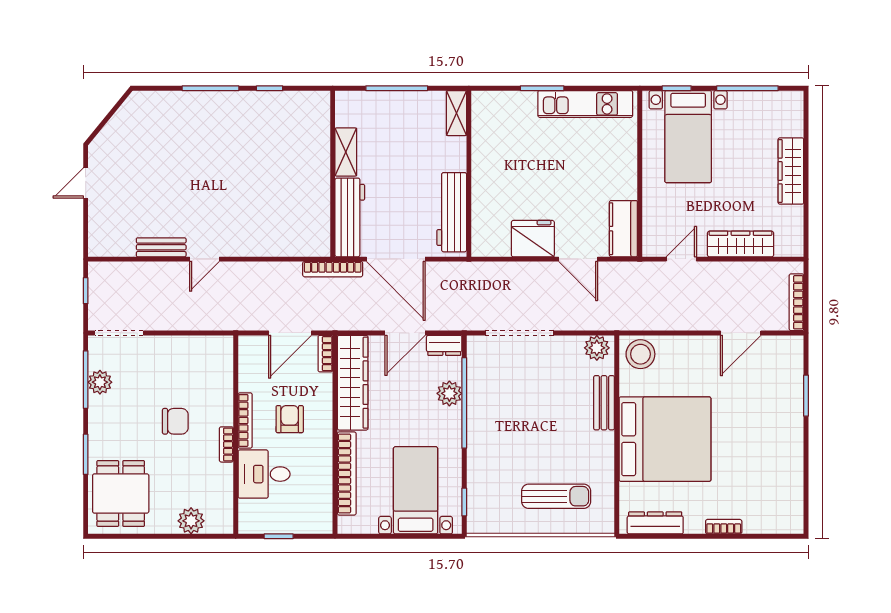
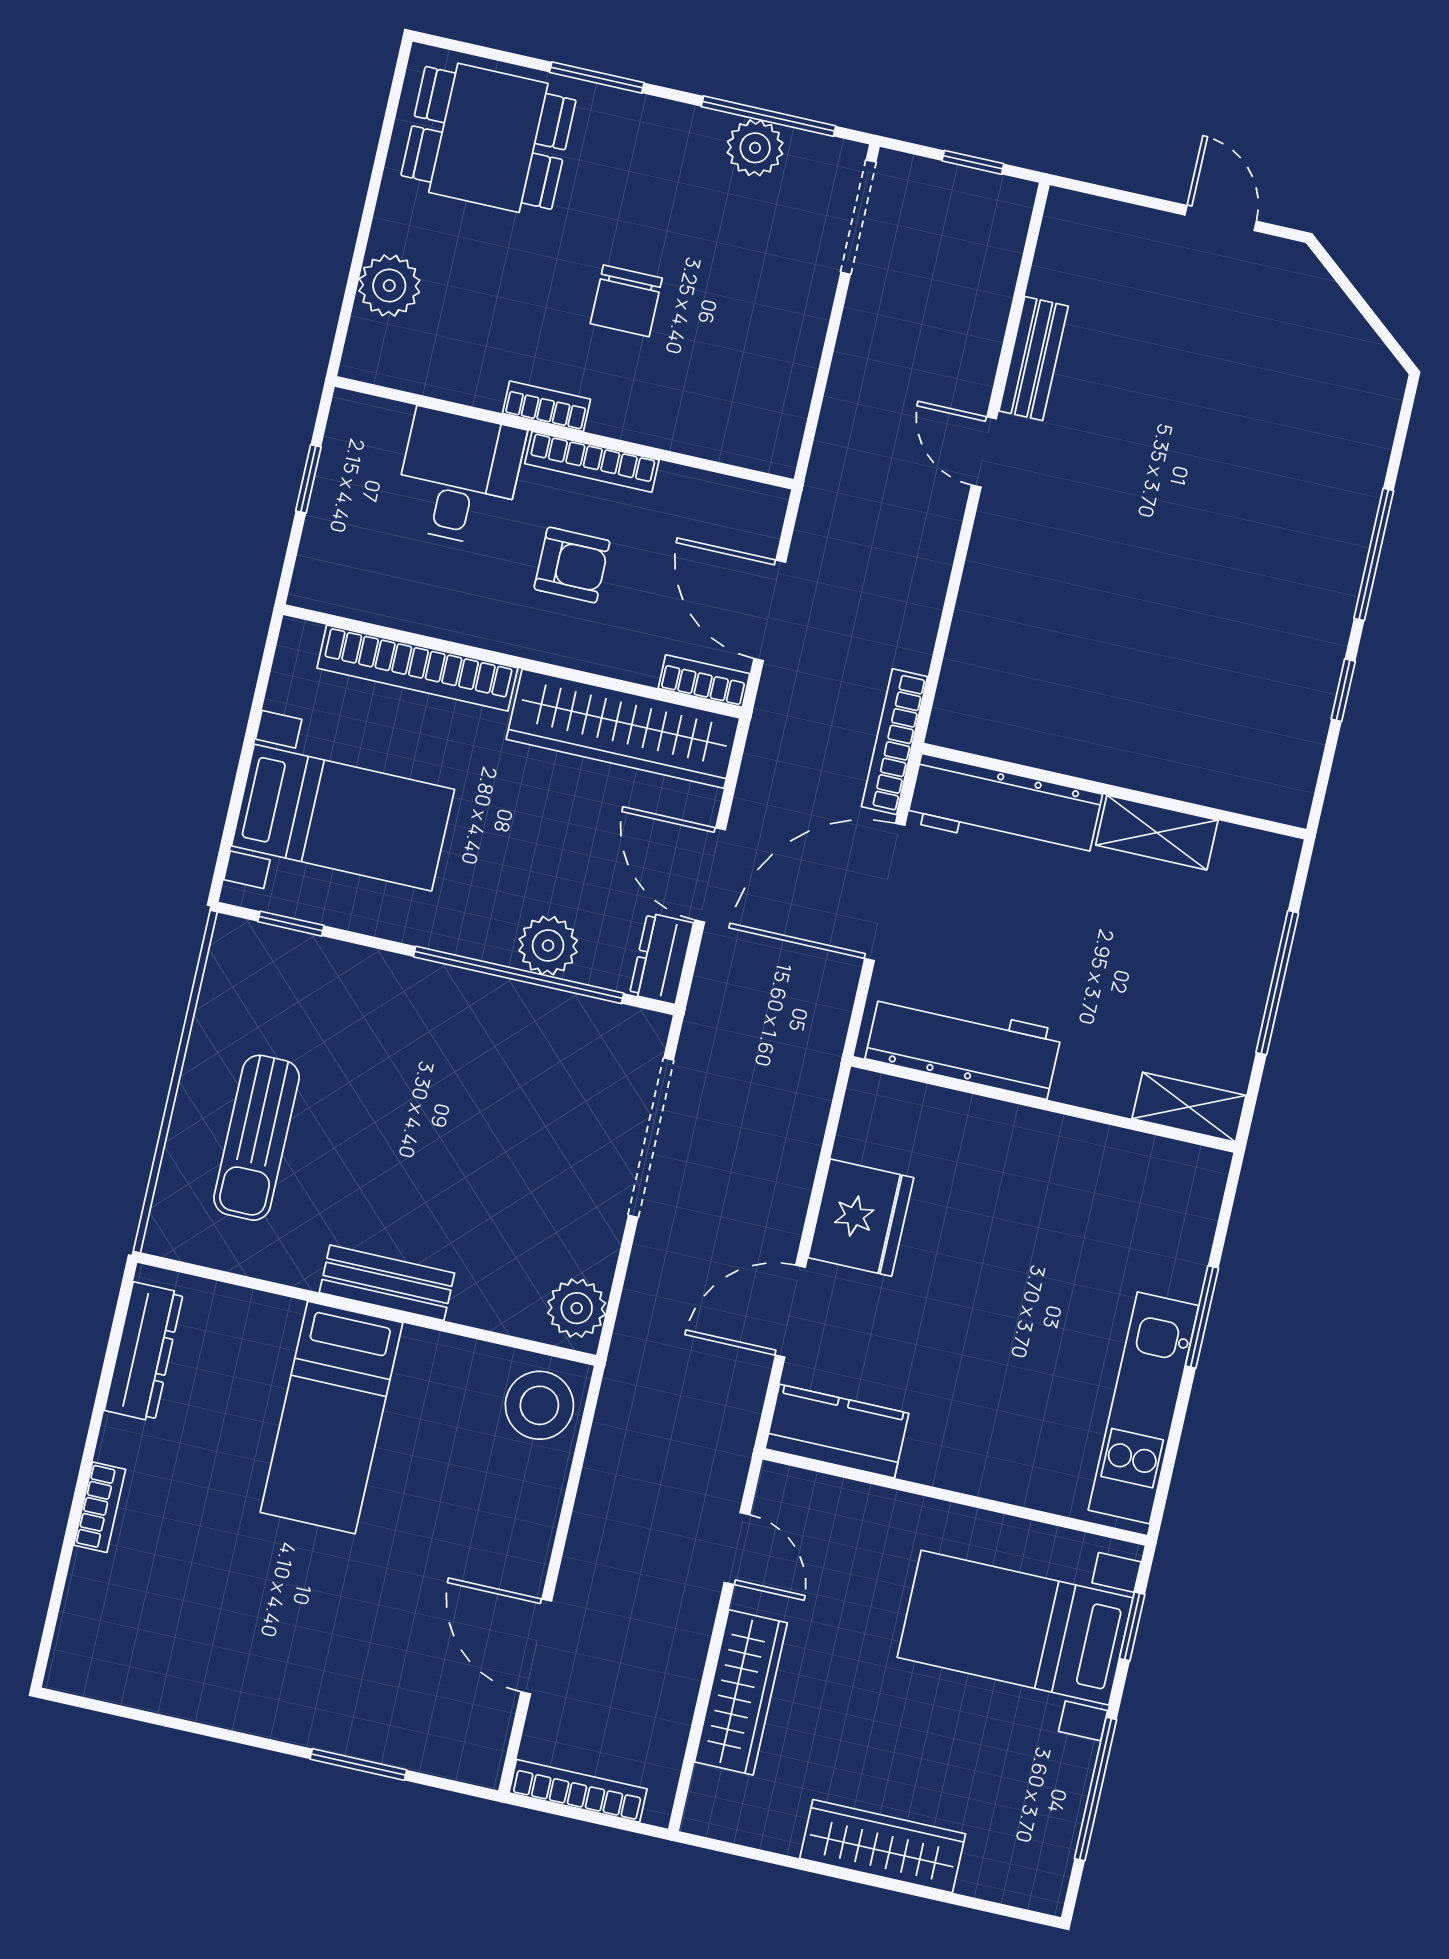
bench: (604, 403) -> (387, 1283), moved
bed: (665, 439) -> (331, 1418), width x0.49

